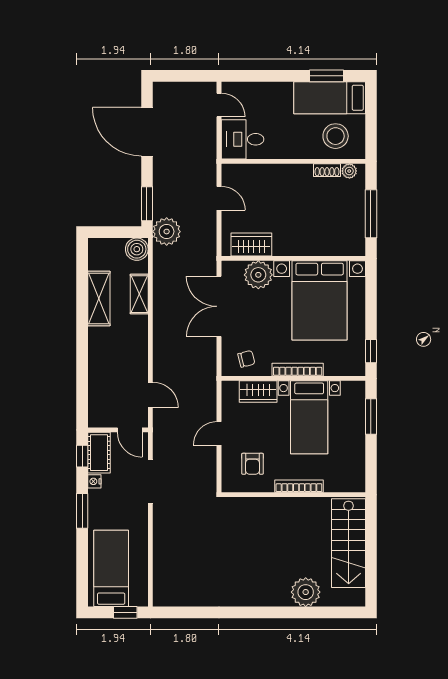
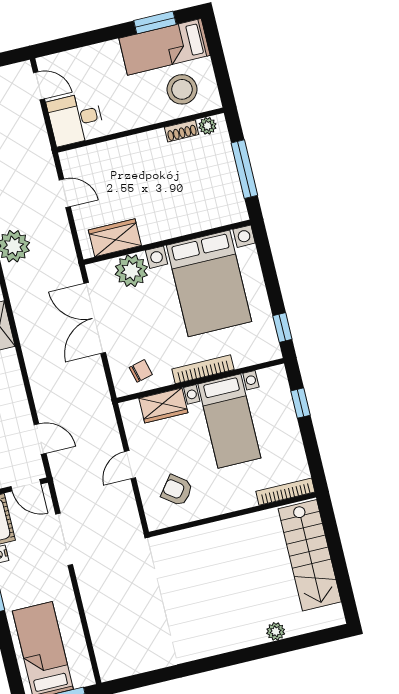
window: (371, 417) -> (301, 403), width x0.67
armchair: (252, 464) -> (177, 490), turned 127
bookcase: (299, 486) -> (285, 492), moved
plant: (306, 592) -> (276, 631), width x0.53, depth x0.53

